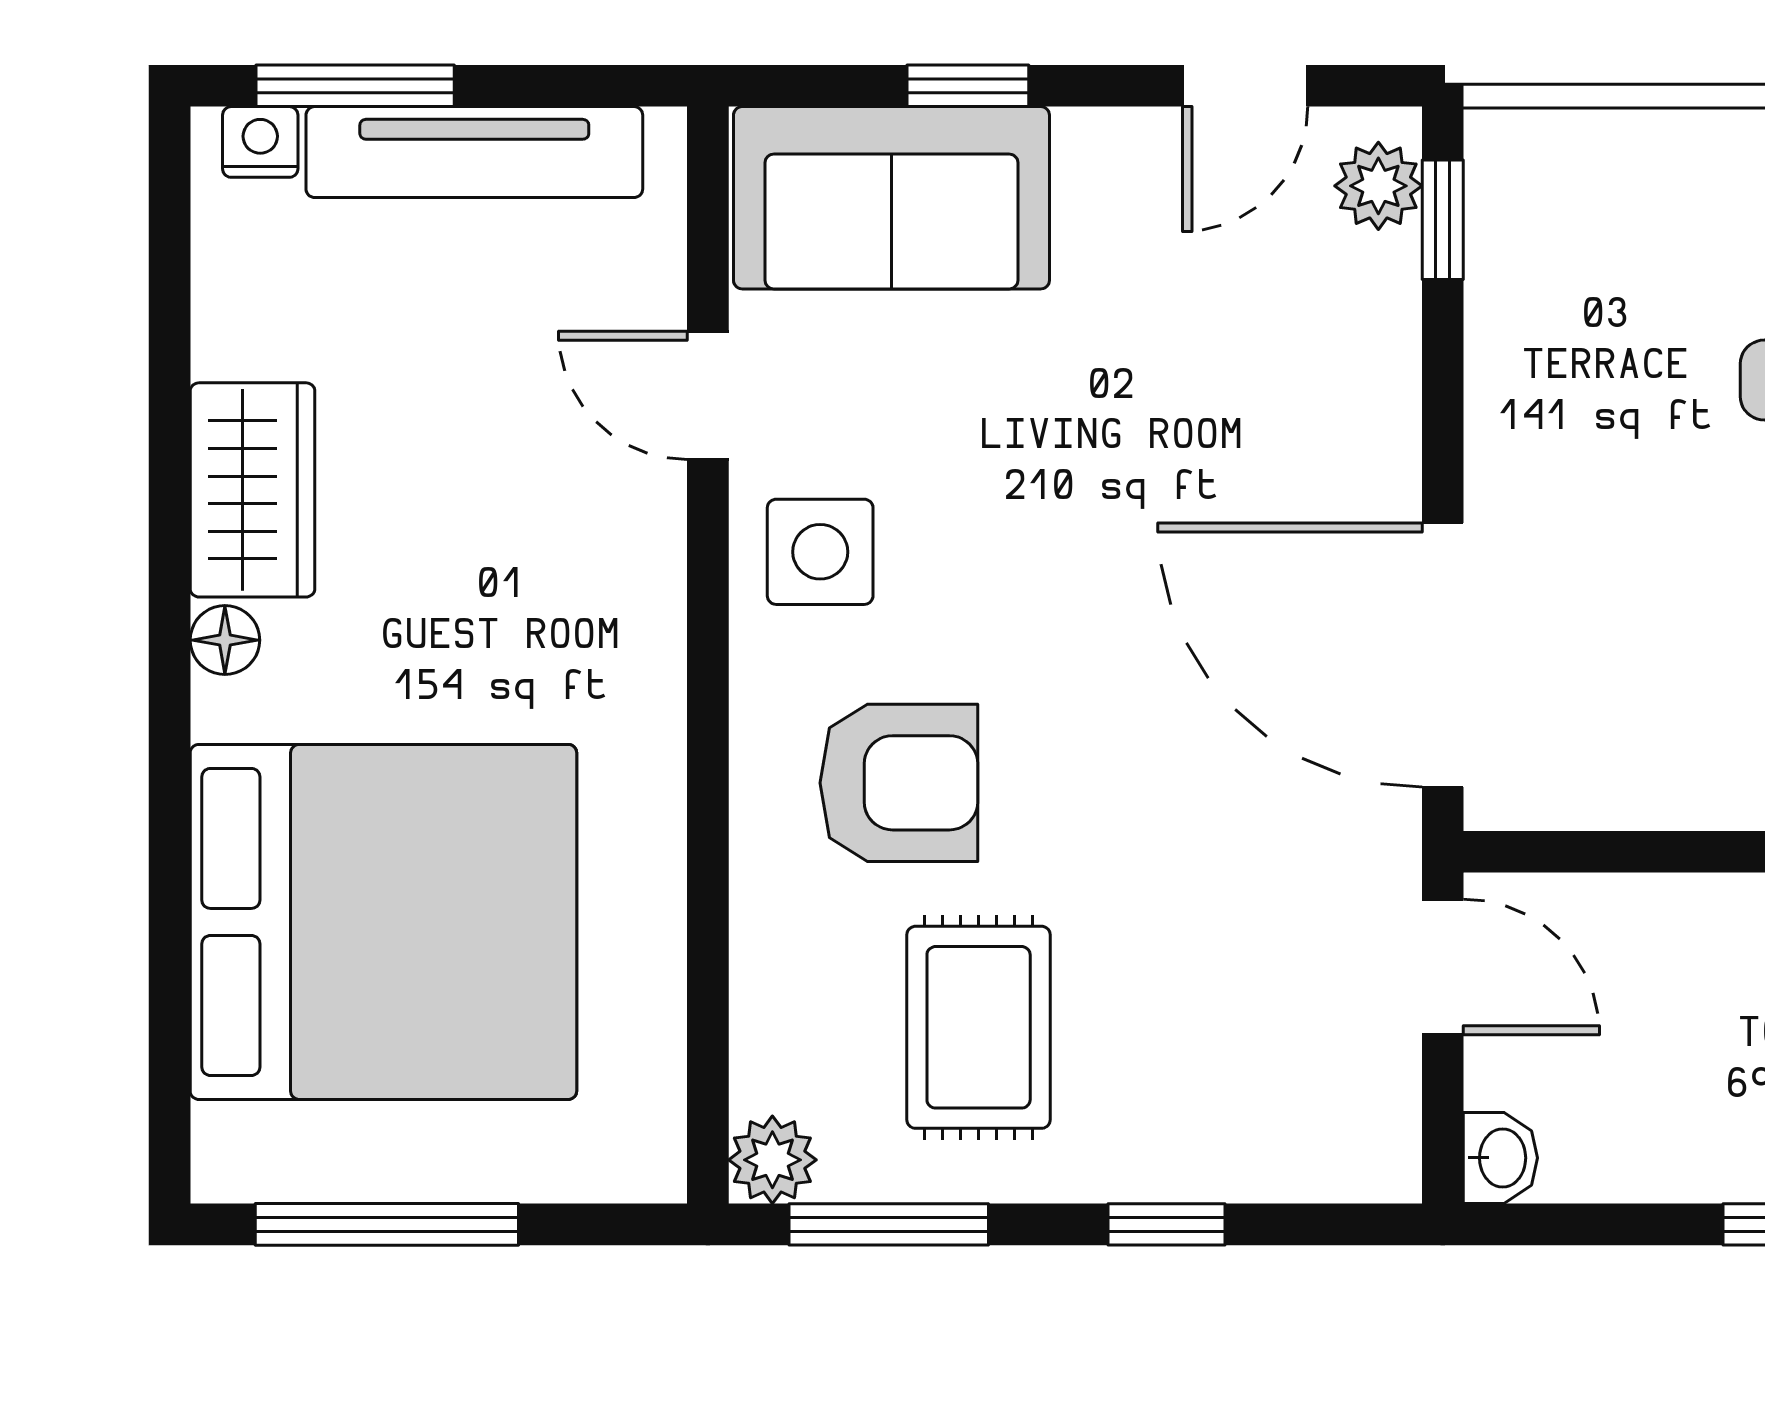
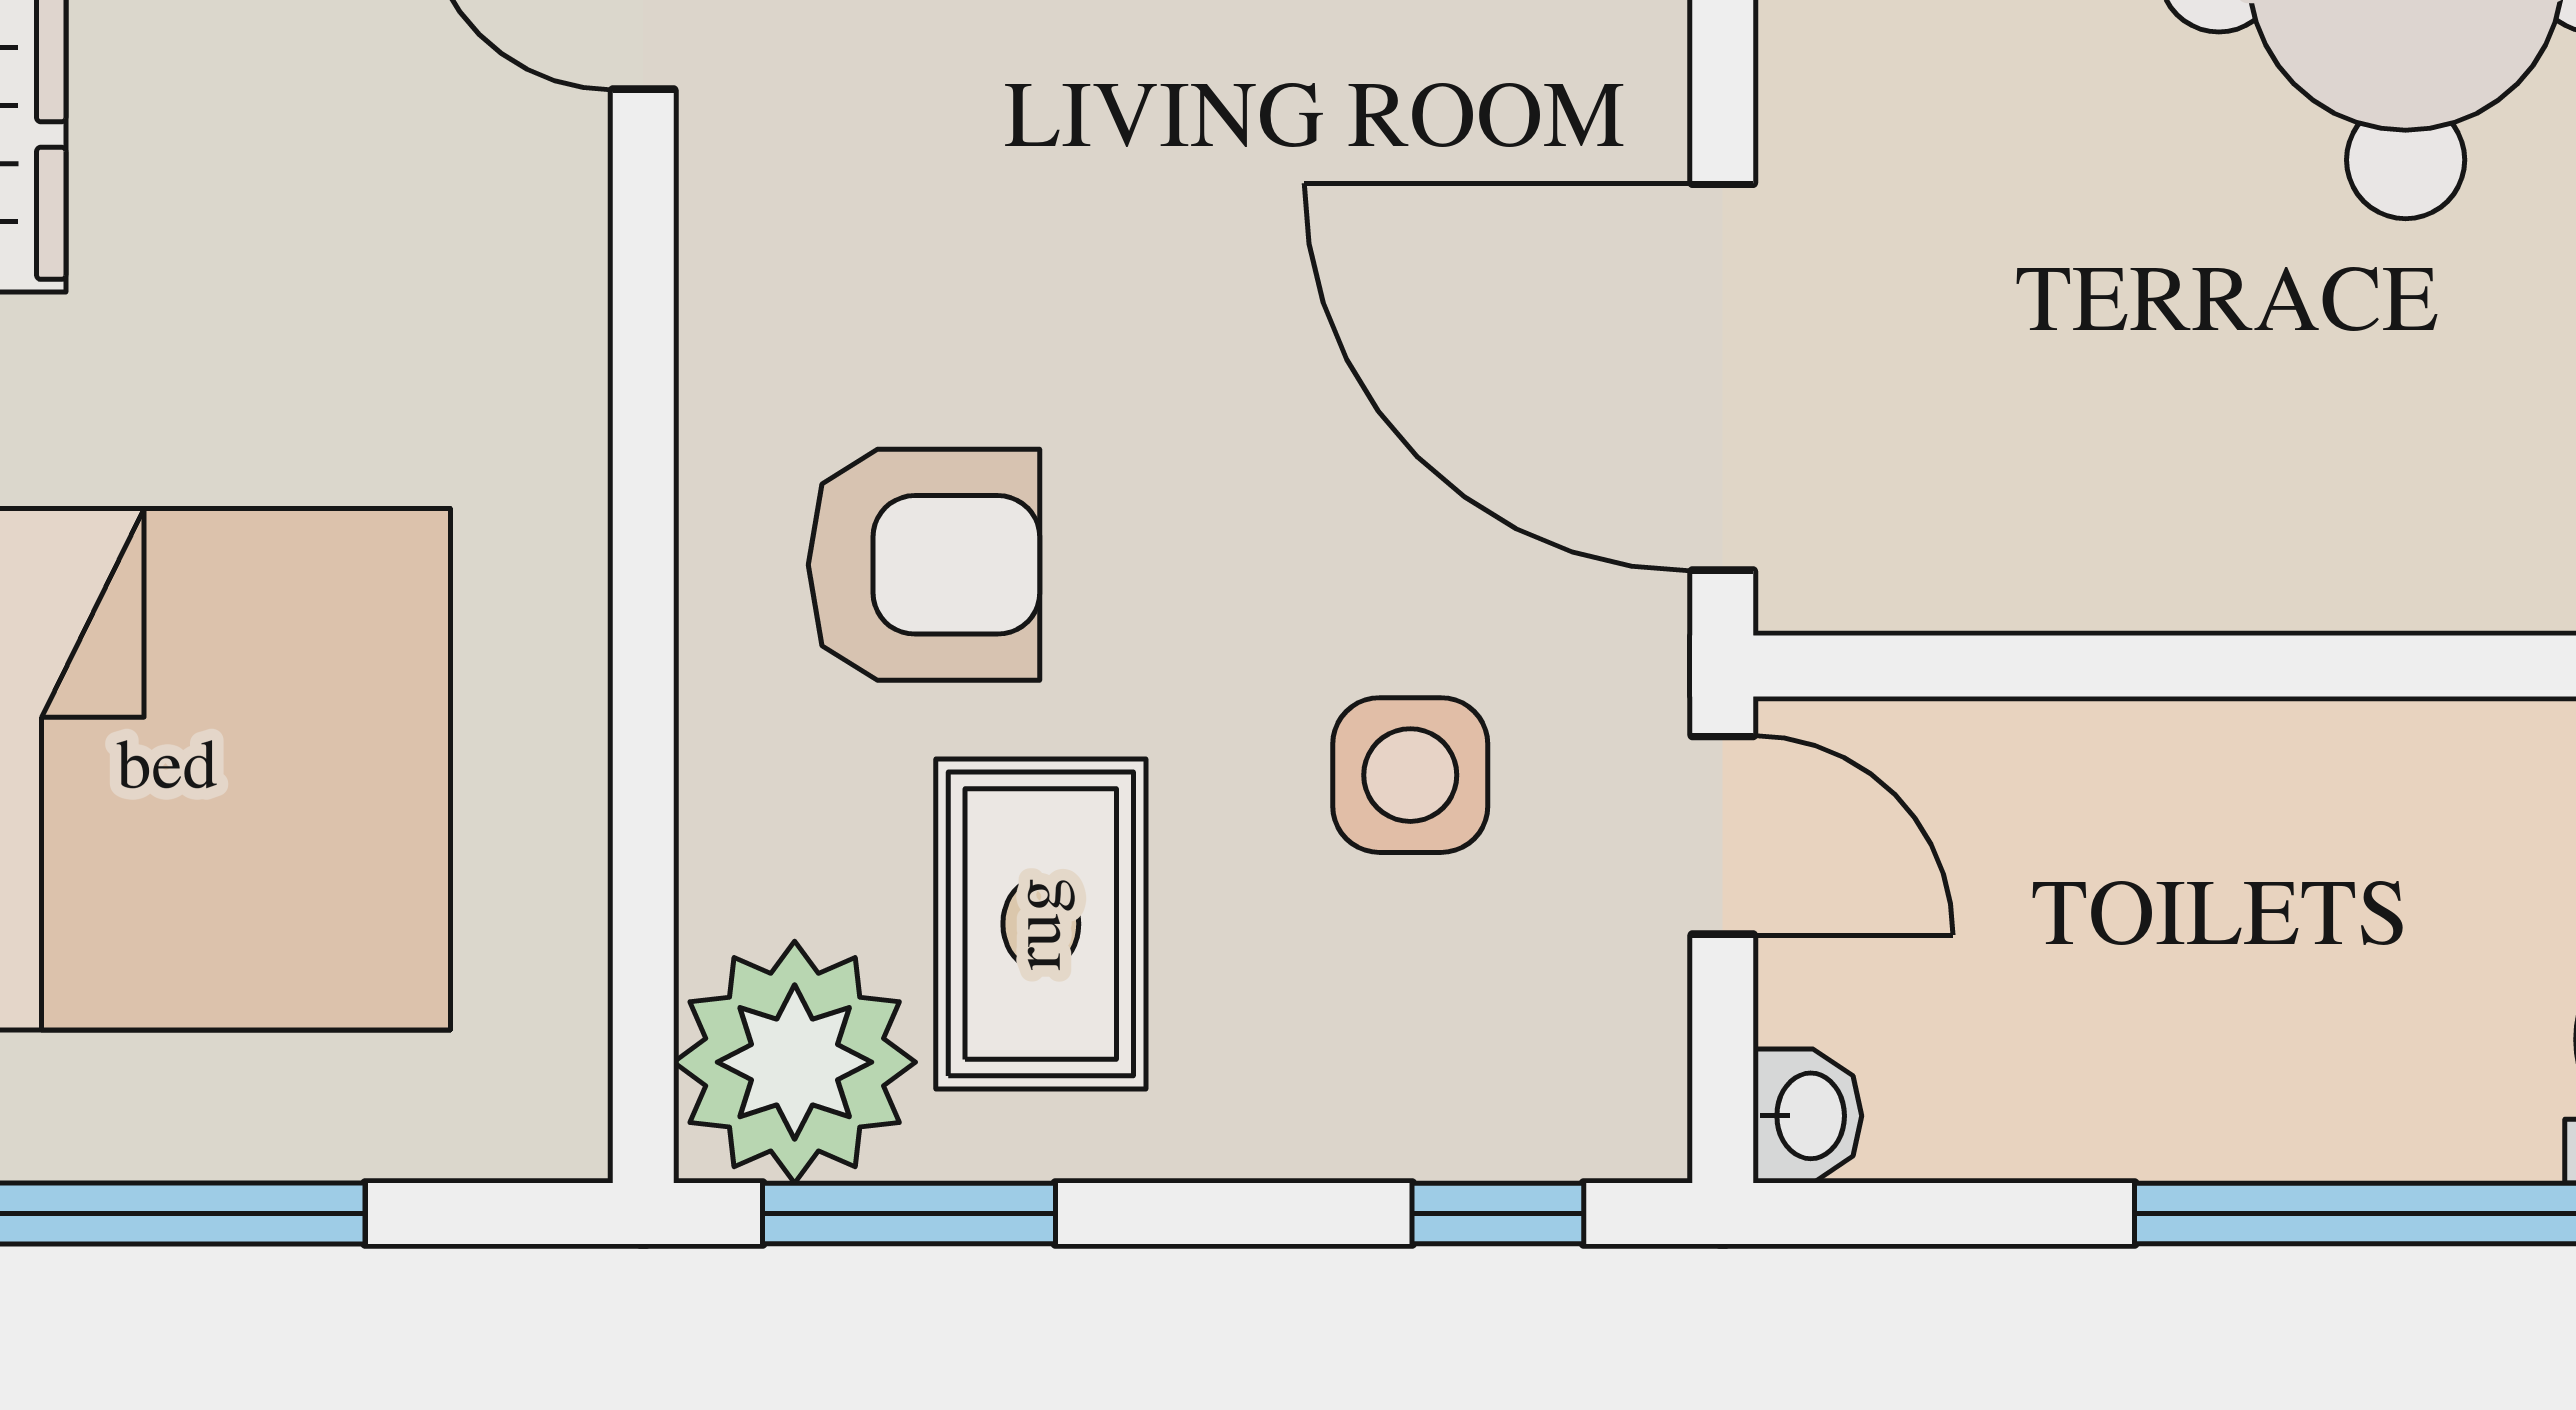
side table: (820, 552) -> (1410, 775), moved
plant: (772, 1160) -> (795, 1062), width x1.88, depth x1.88
window: (1166, 1224) -> (1498, 1213), moved

